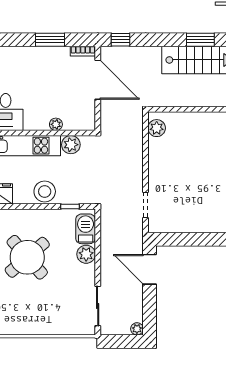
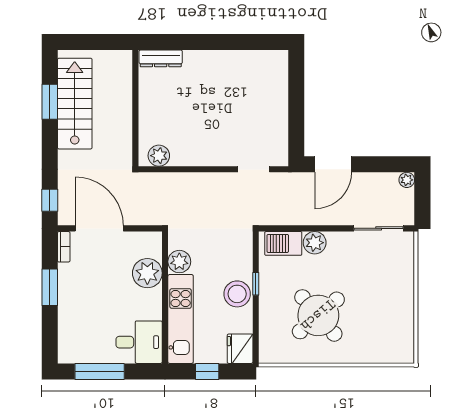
door: (98, 80) -> (99, 228), hinge flipped
plant: (56, 124) -> (147, 273), width x1.88, depth x1.88
window: (70, 207) -> (256, 284), moved

